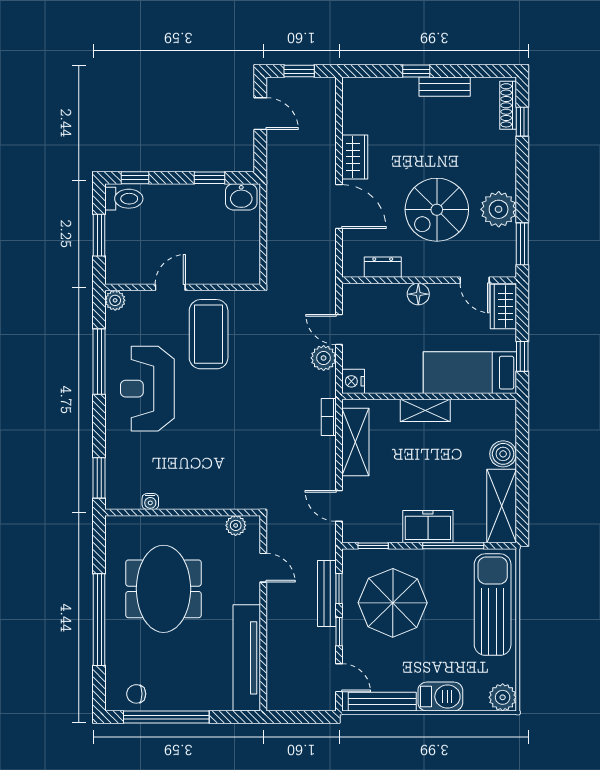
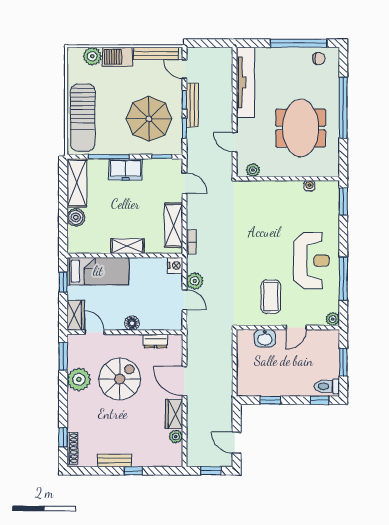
plant: (352, 123) -> (176, 437), added
washbasin: (241, 197) -> (265, 338), moved, turned 180
coffee table: (209, 334) -> (271, 297), width x0.73, depth x0.76
bench: (327, 594) -> (192, 105), moved
plant: (503, 697) -> (92, 56), moved

